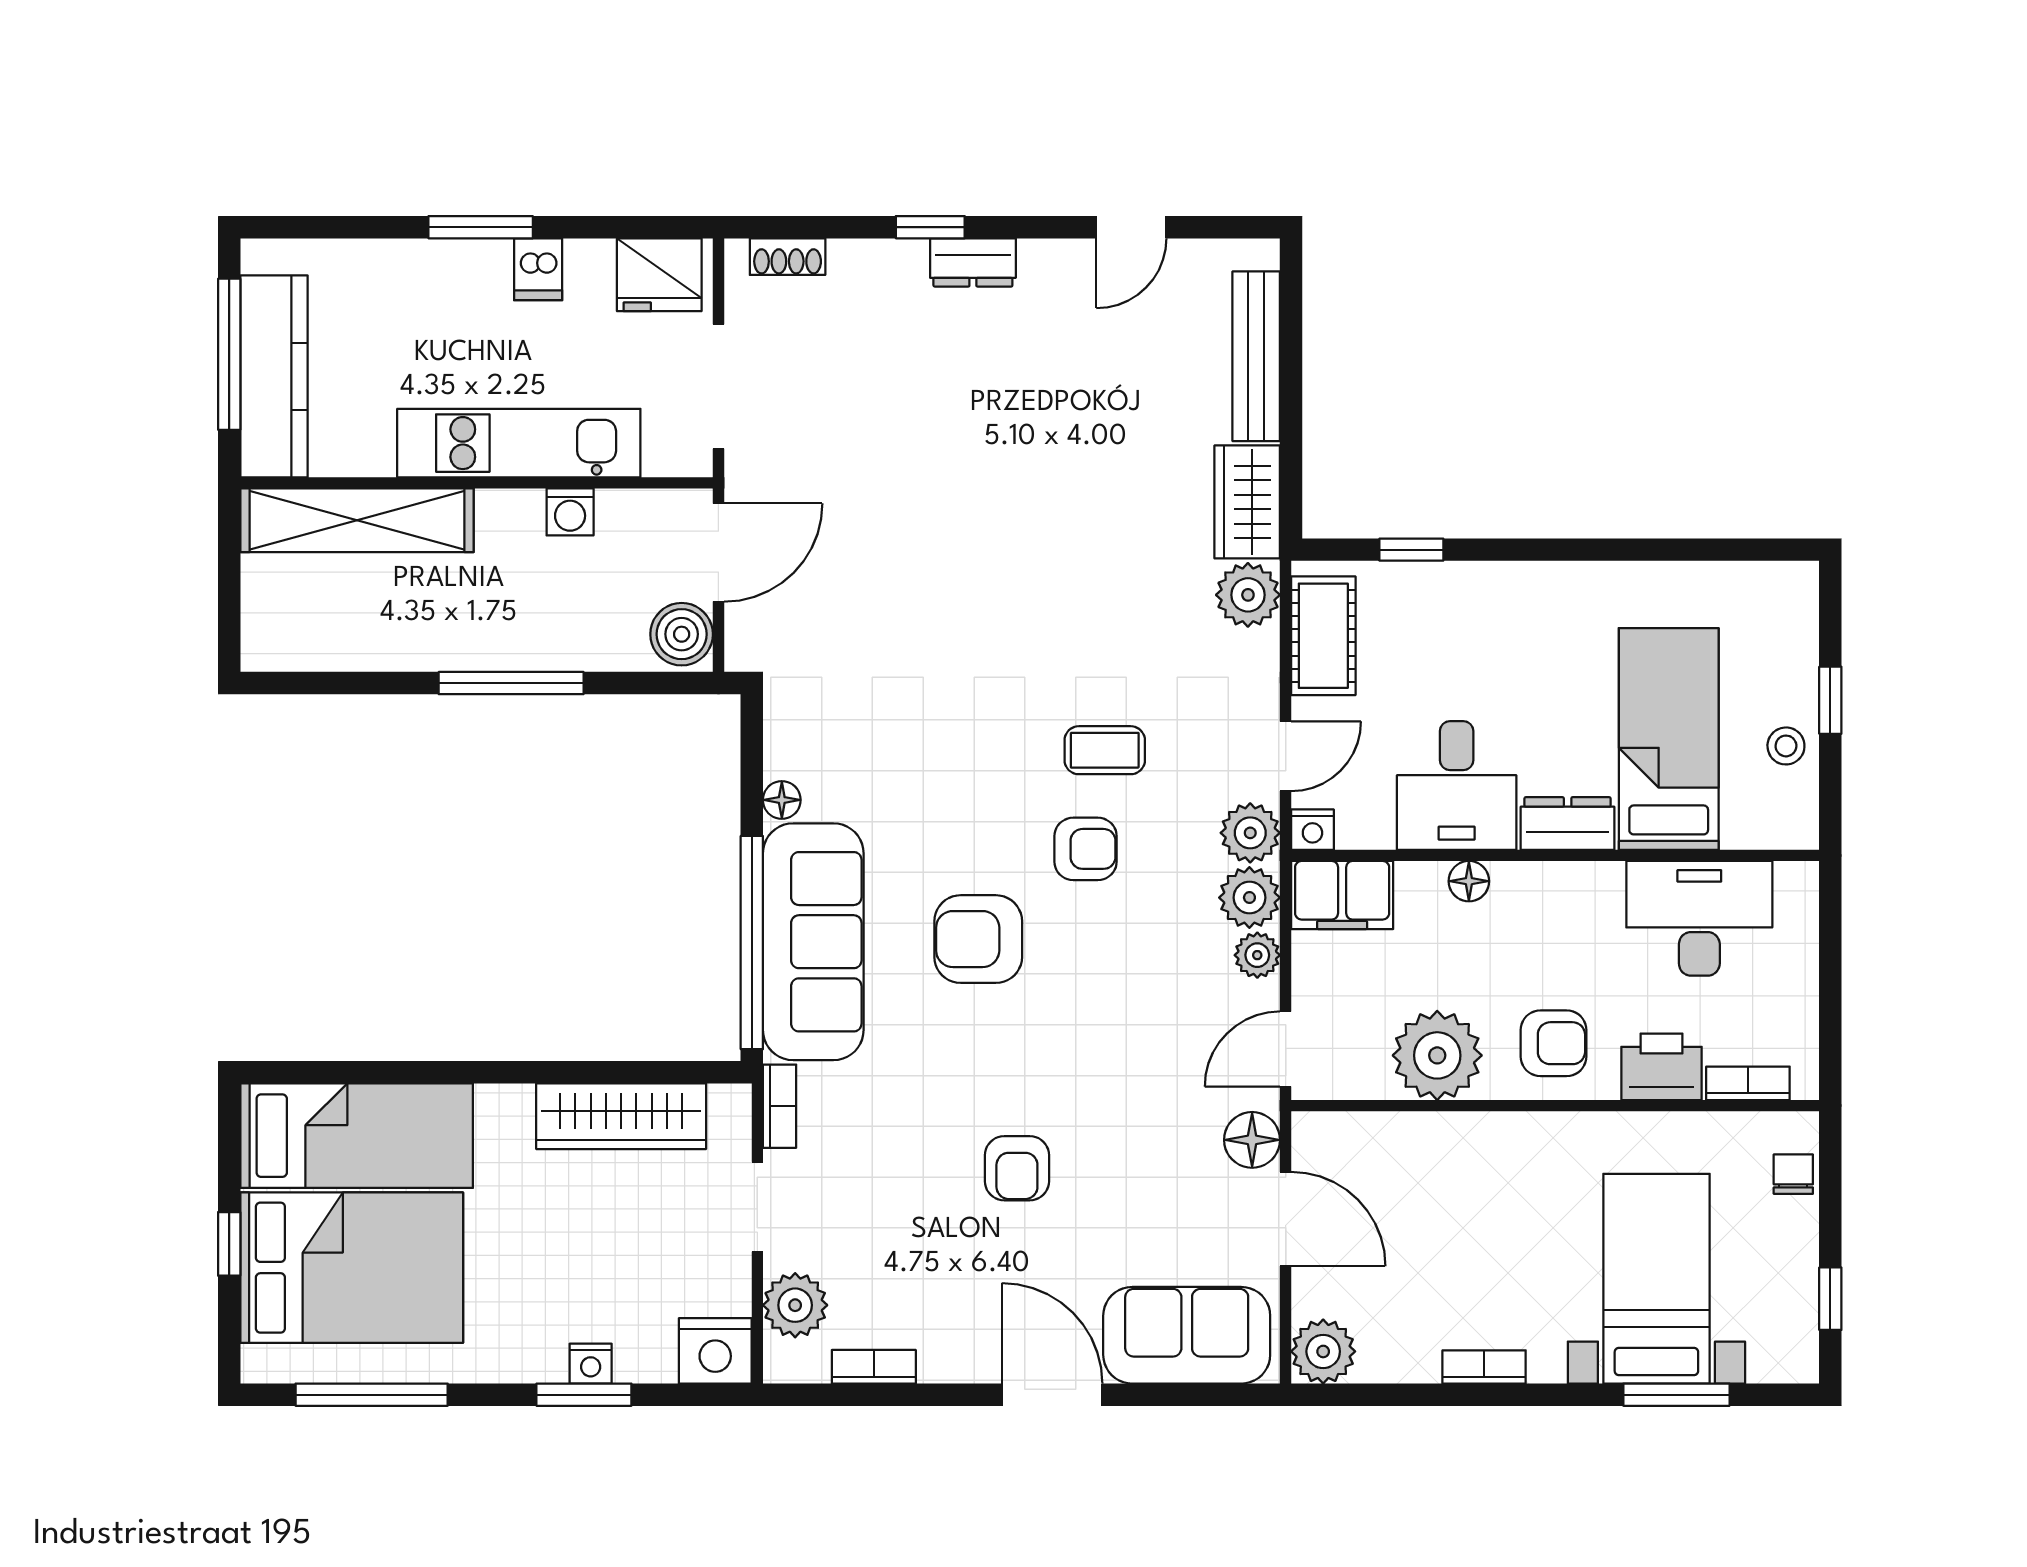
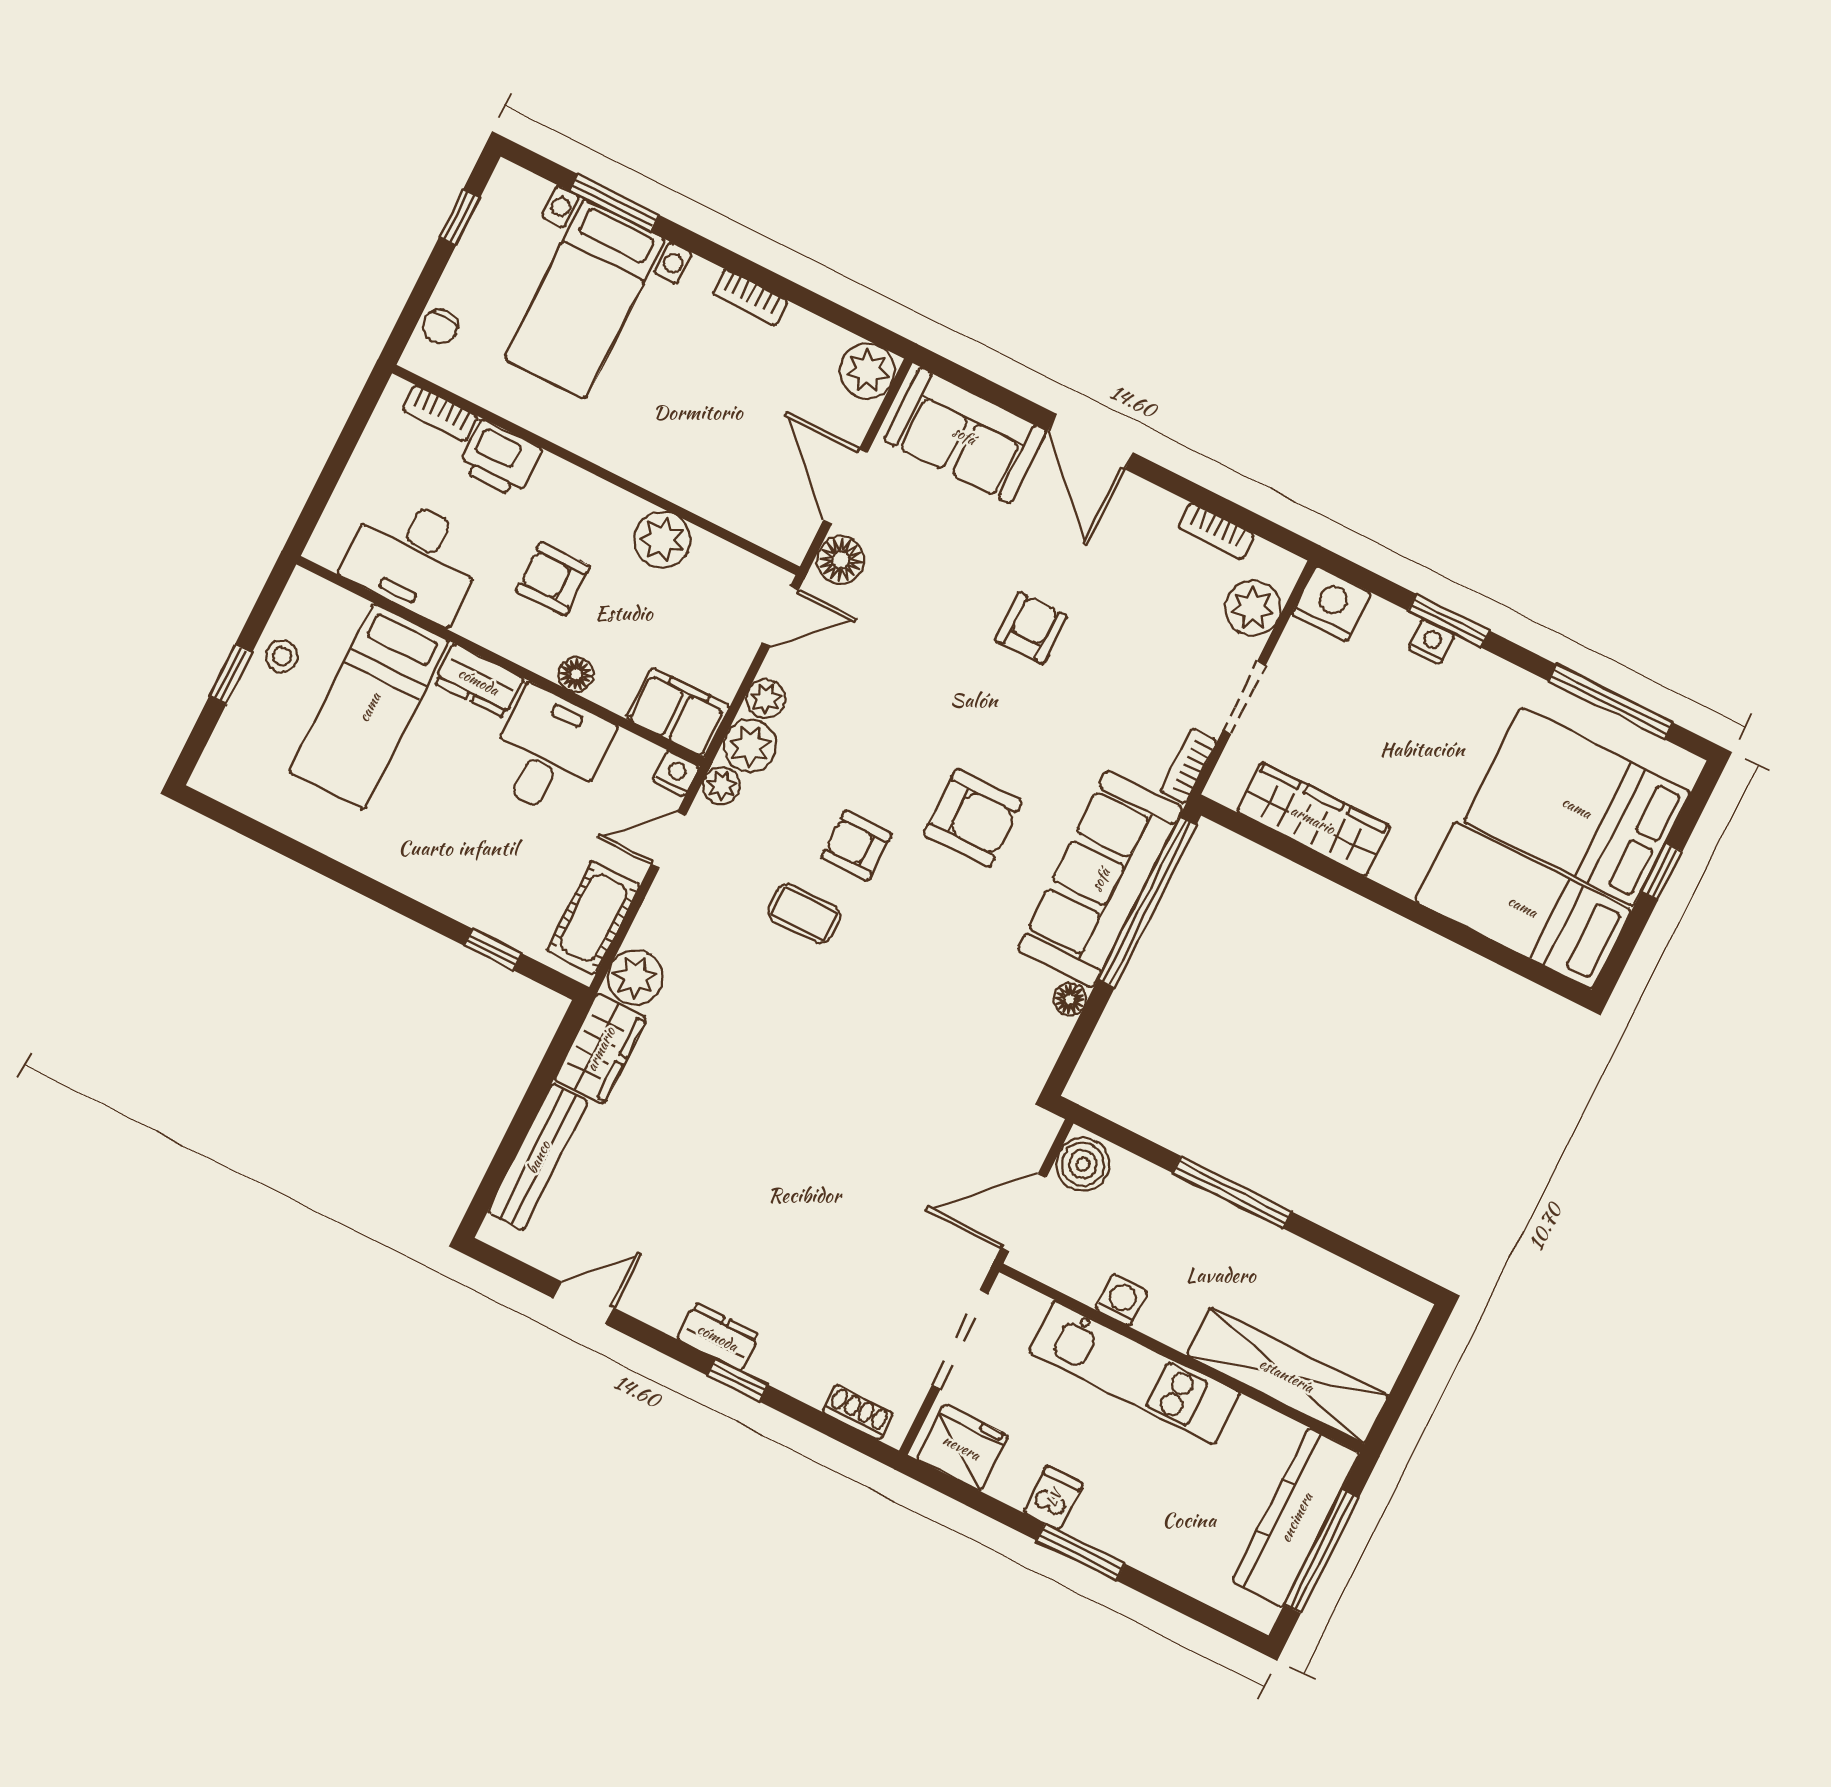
plant: (1250, 833) -> (721, 786), width x0.73, depth x0.73
armchair: (1554, 1043) -> (553, 579), moved
plant: (1437, 1055) -> (662, 540), width x0.73, depth x0.73

